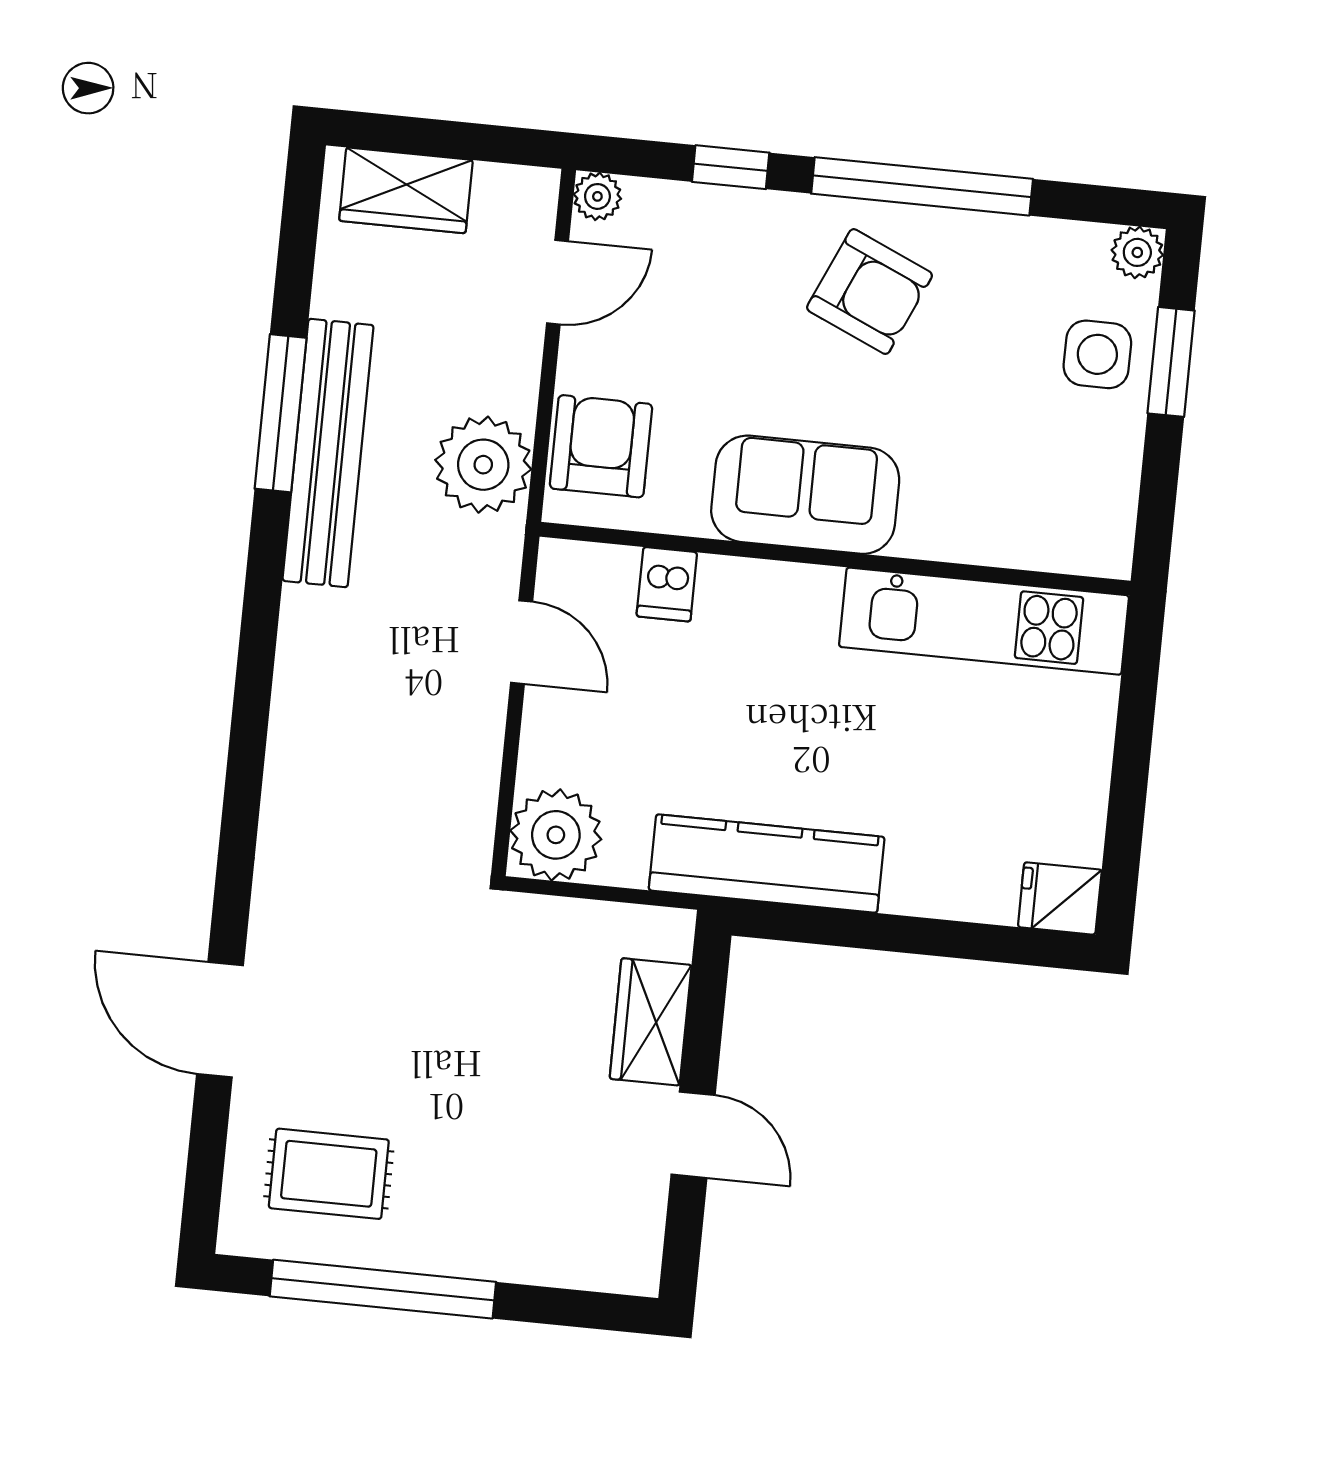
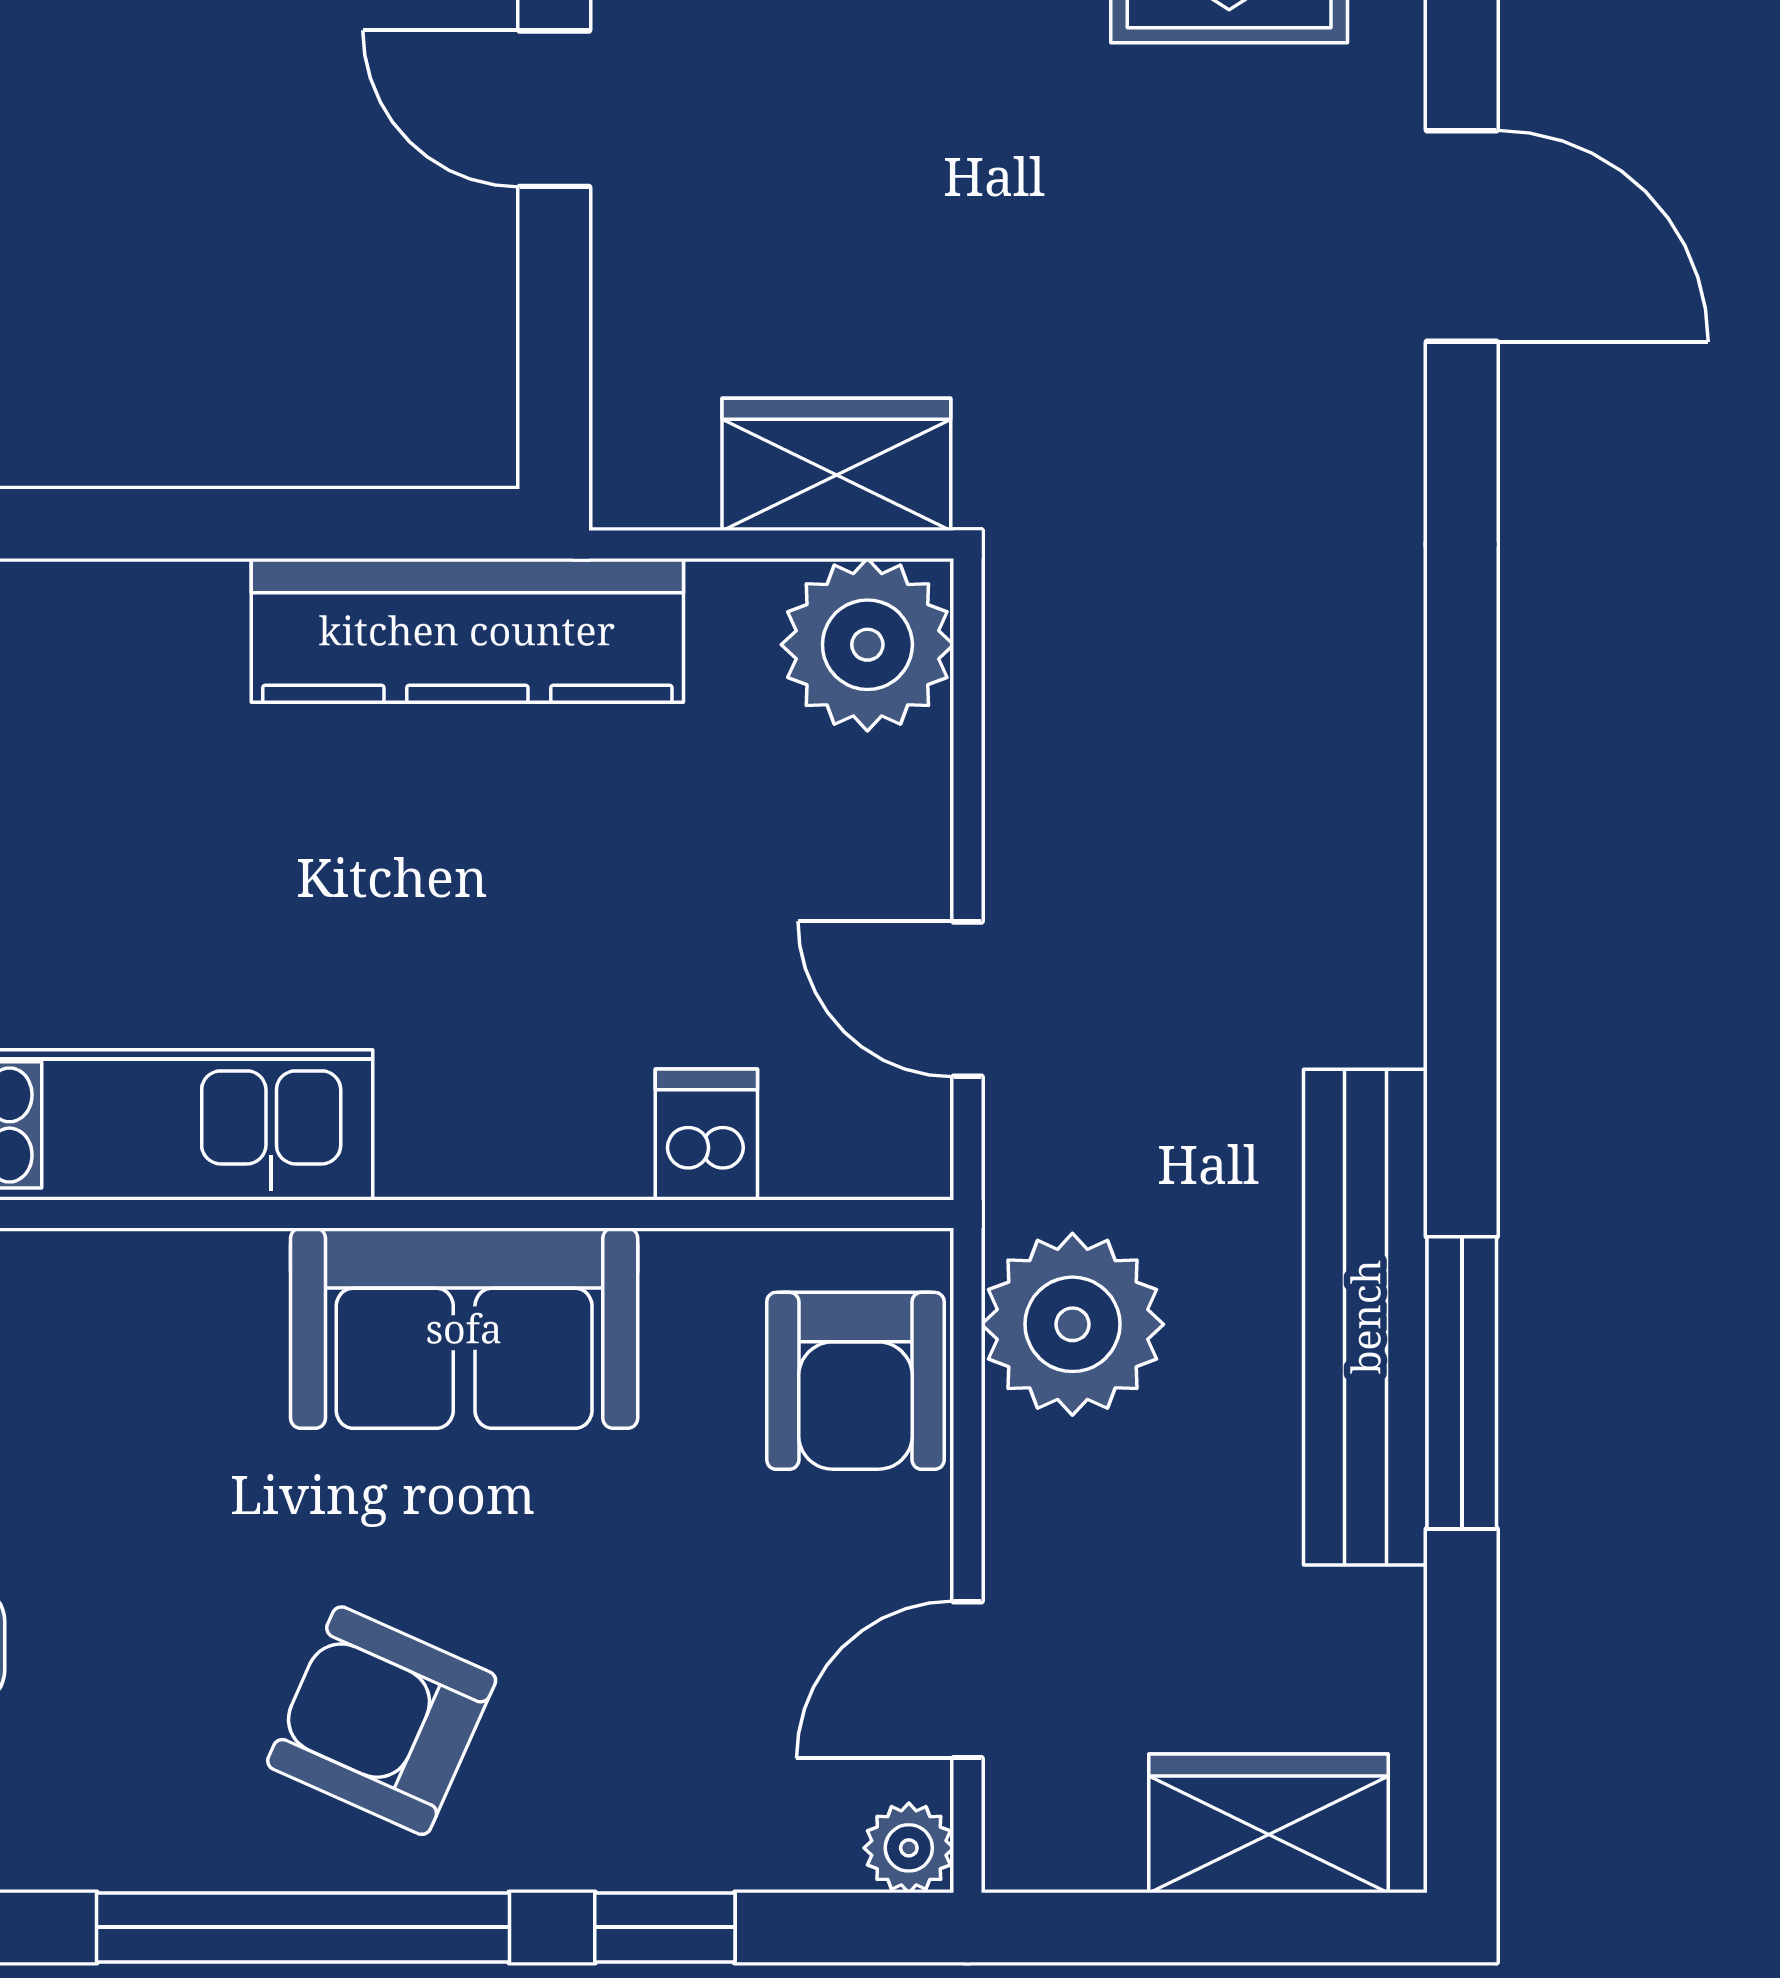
wardrobe: (651, 1022) -> (836, 464), moved, turned -90

